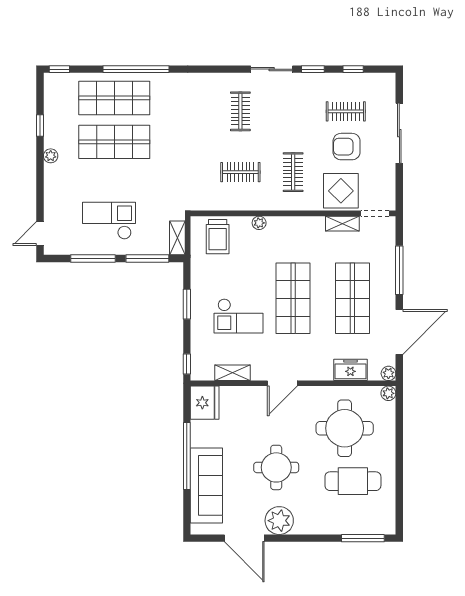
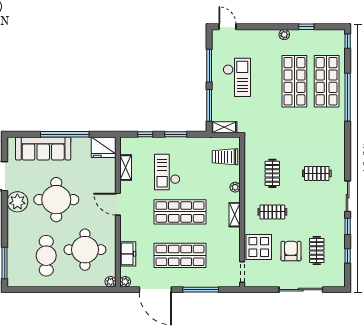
shelving: (342, 224) -> (235, 215), moved
window: (187, 364) -> (145, 134), moved
round table: (276, 467) -> (56, 200), width x1.36, depth x1.36

